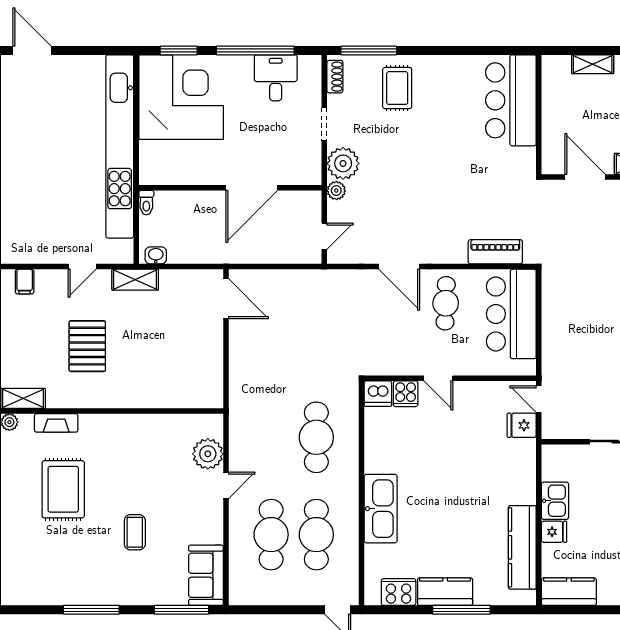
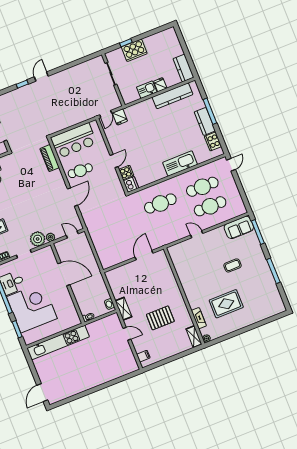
corner desk: (181, 97) -> (32, 308), moved, turned 90
kitchen unit: (120, 146) -> (58, 342), width x0.73
door: (226, 299) -> (144, 255), moved
plant: (208, 454) -> (186, 247), removed

